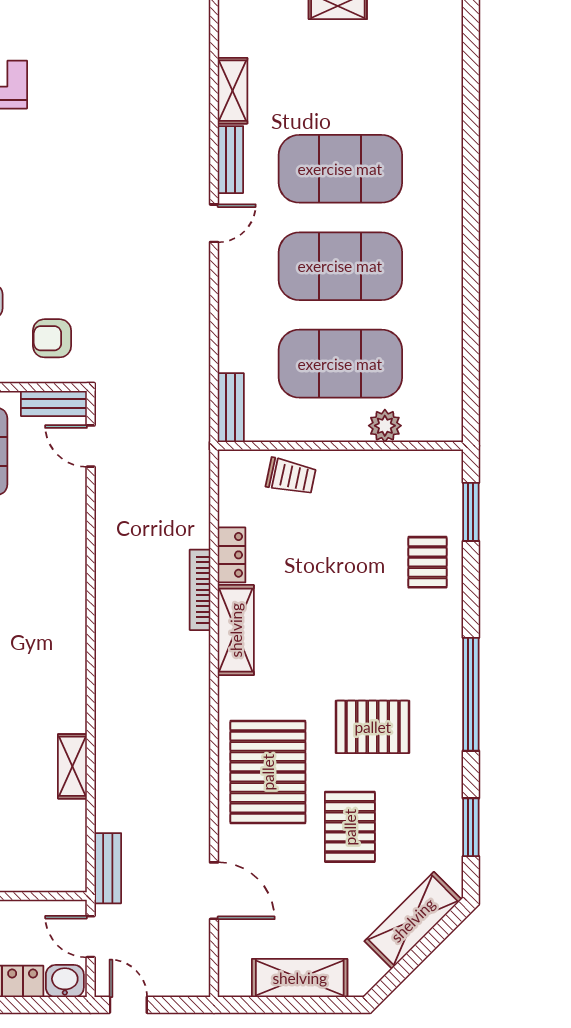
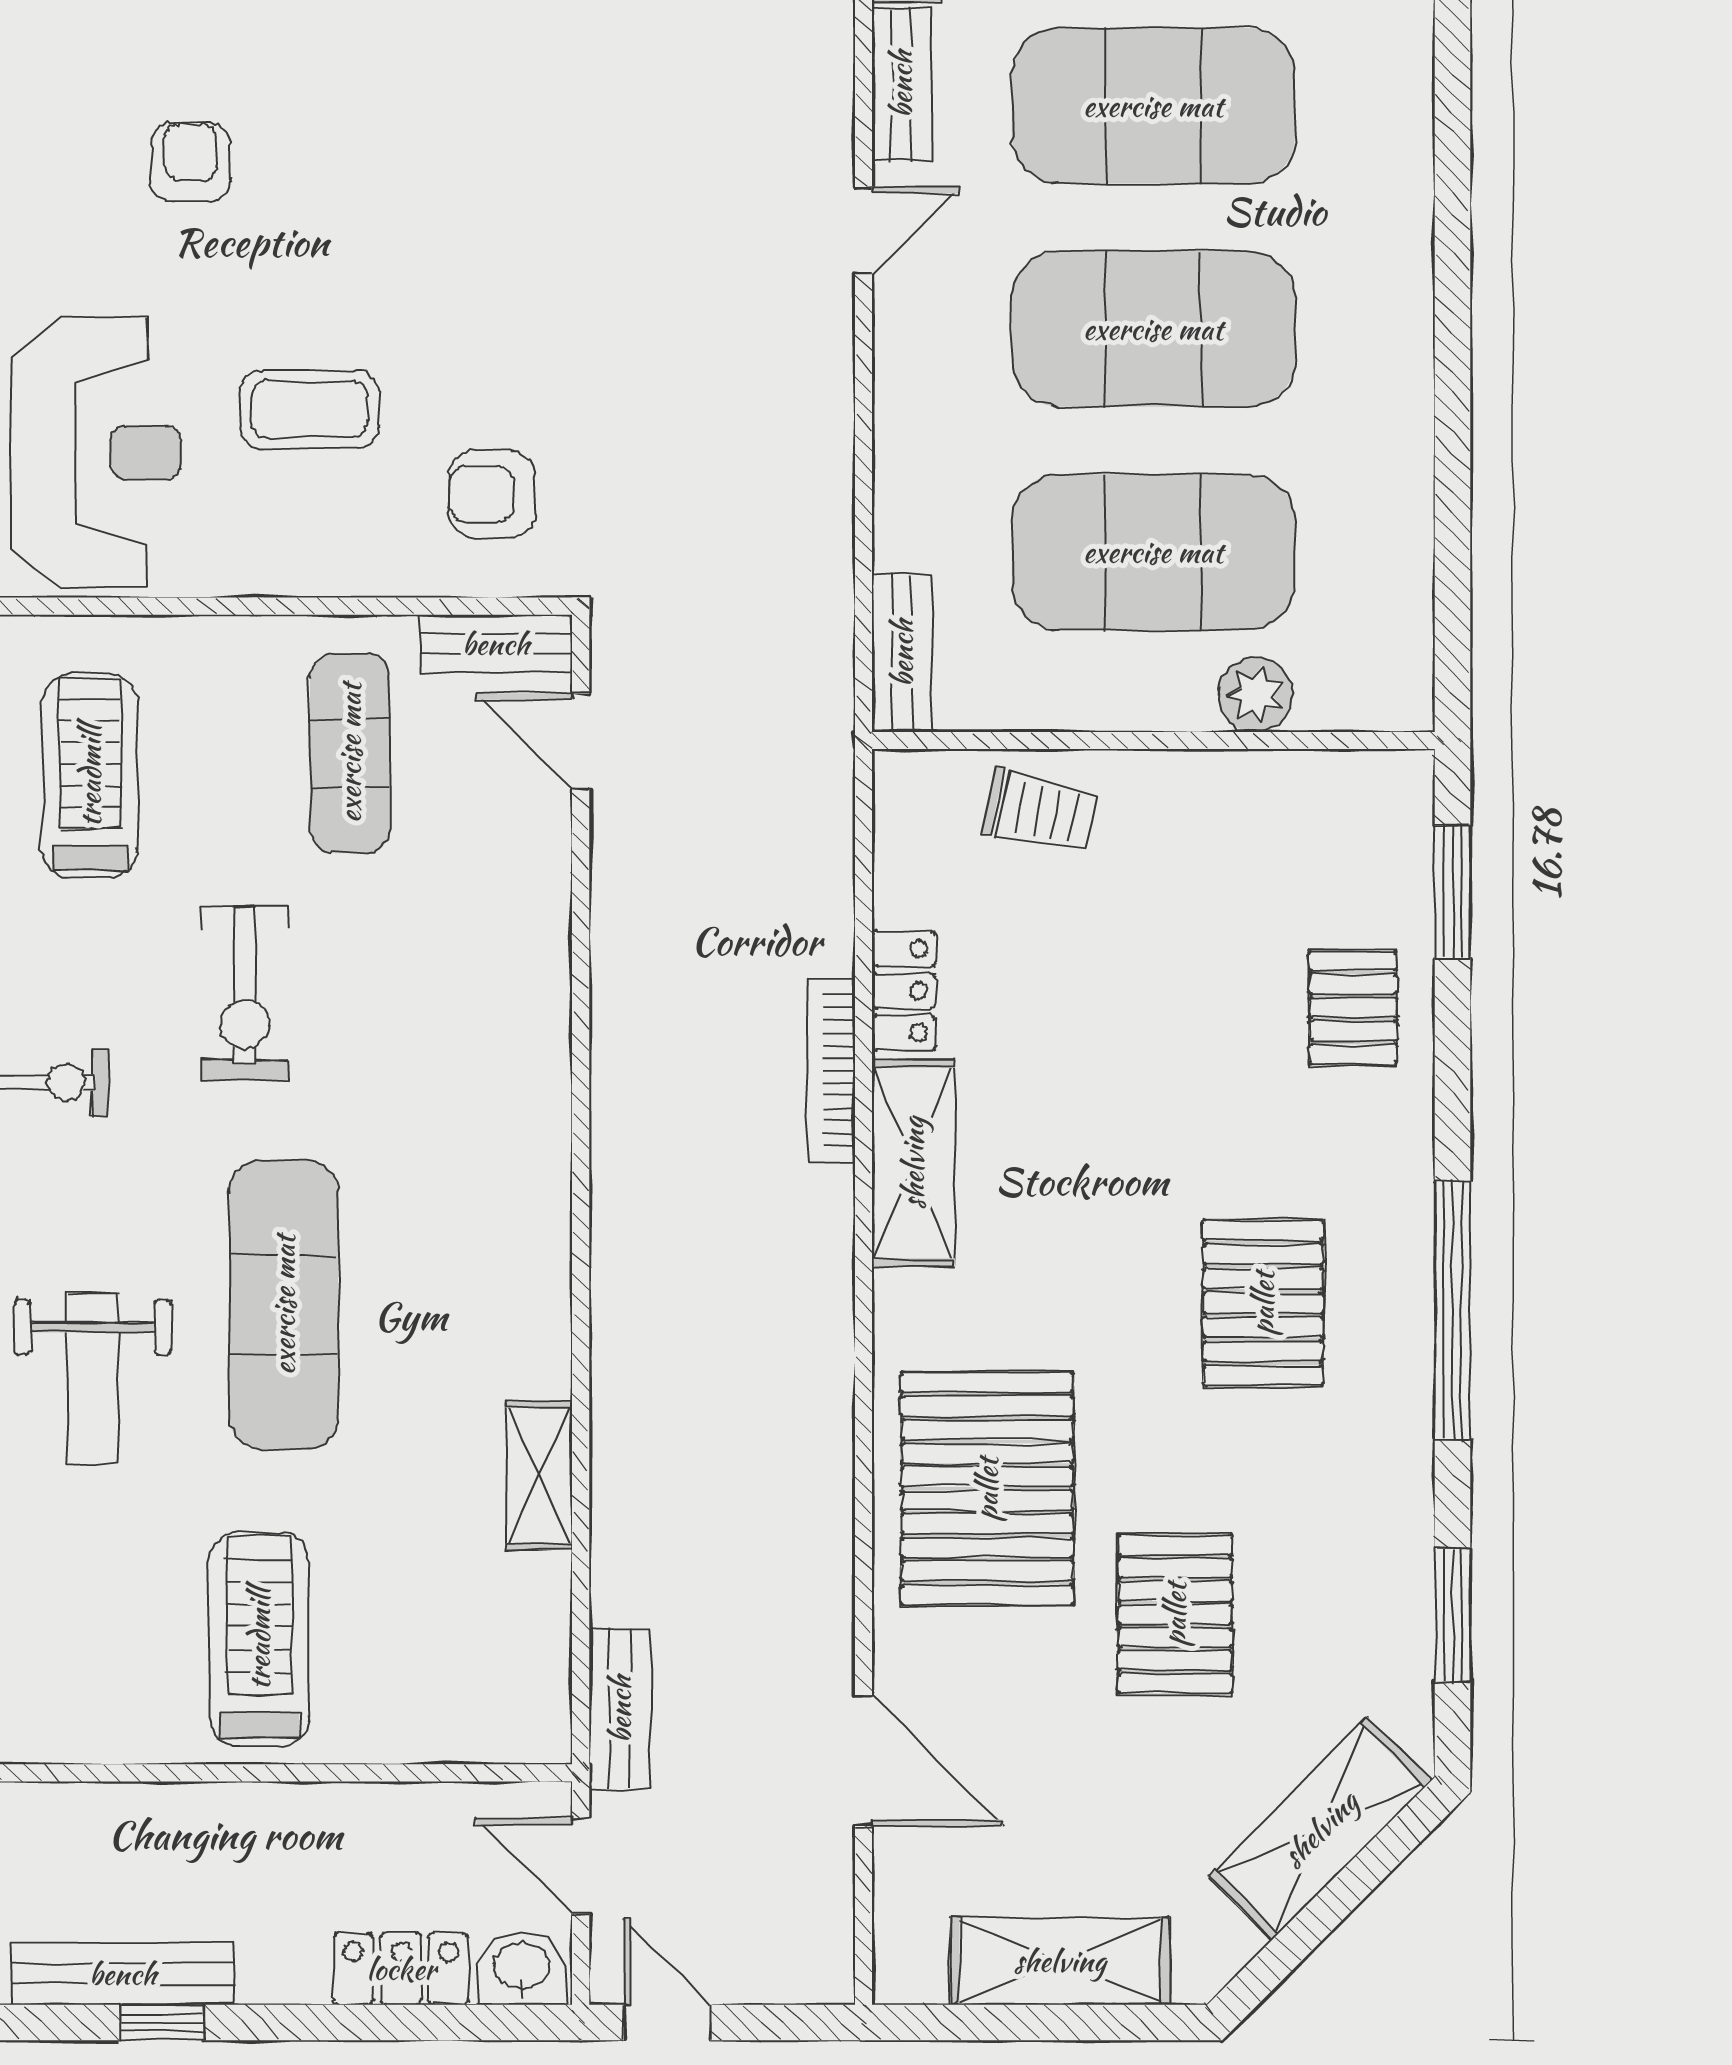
pallet: (373, 727) -> (1263, 1303), moved, turned 90

